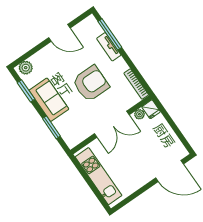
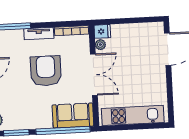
tv unit: (109, 47) -> (39, 34), moved
sofa: (49, 100) -> (73, 115), moved
window: (51, 127) -> (63, 130), width x2.11

